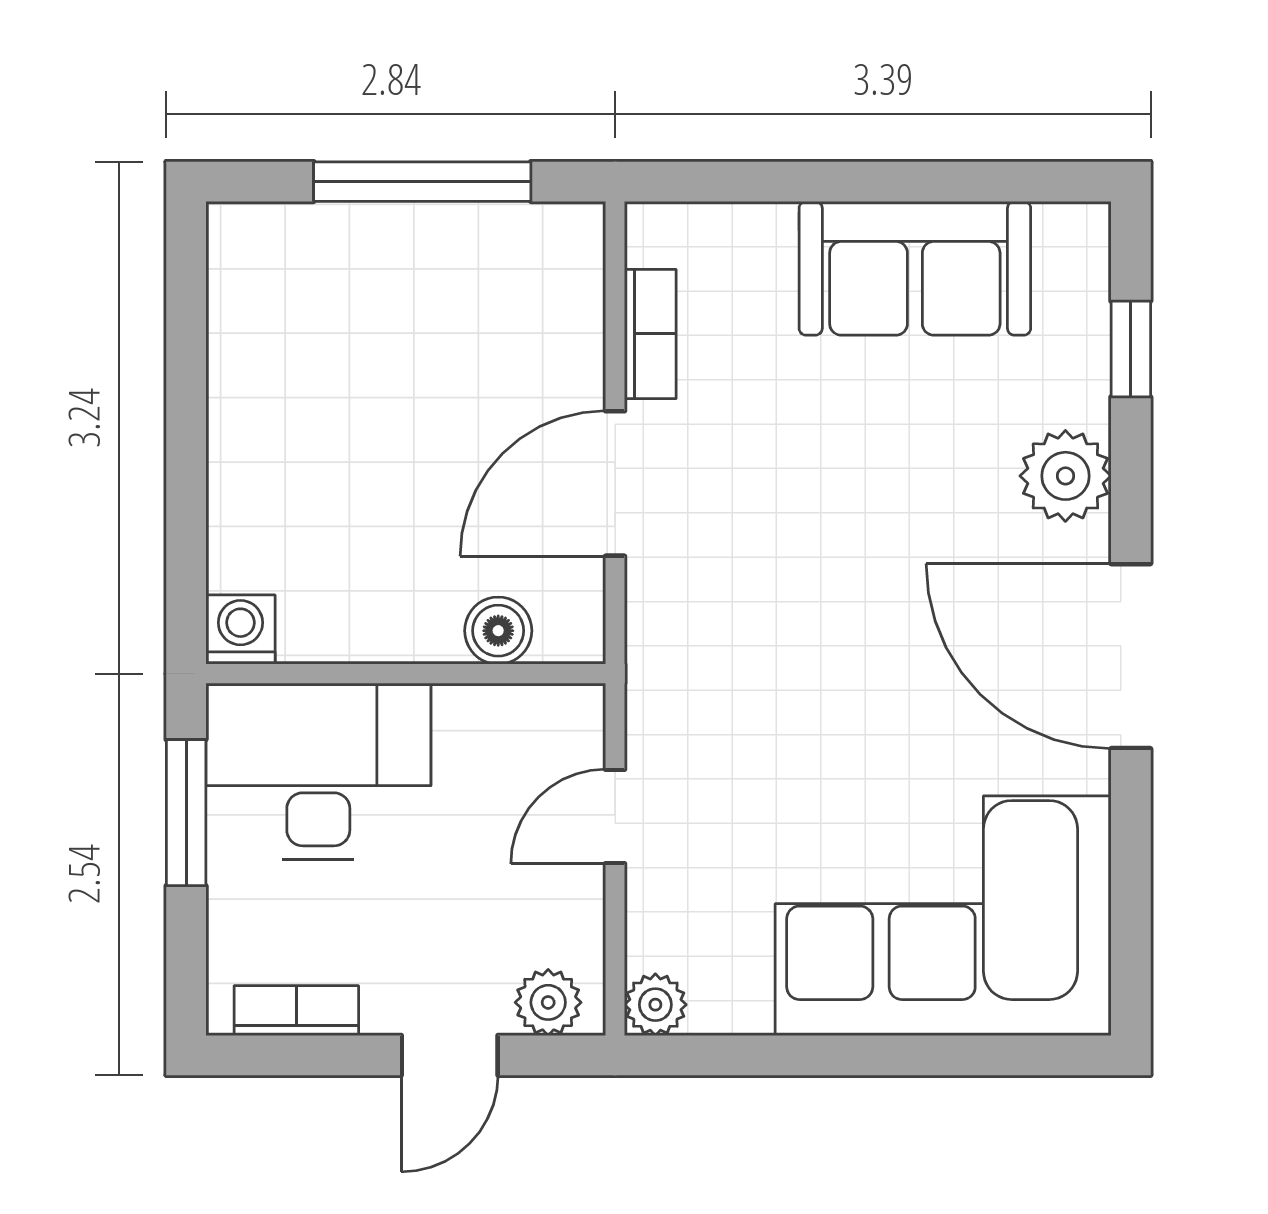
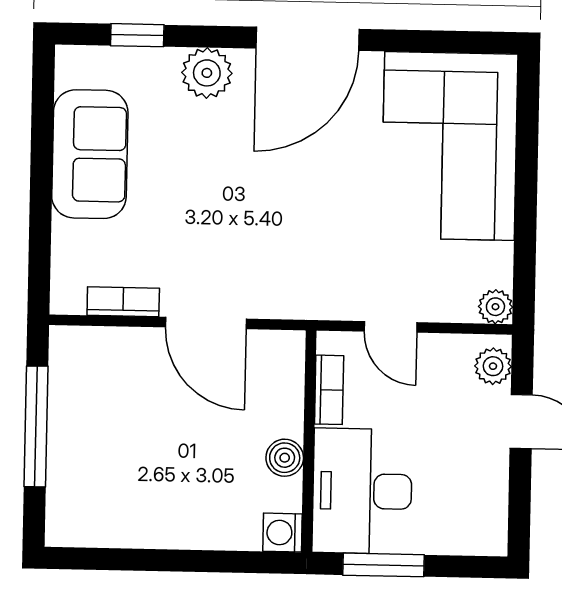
boiler: (498, 631) -> (285, 458), moved
bookcase: (296, 1011) -> (329, 390), moved, turned 180

